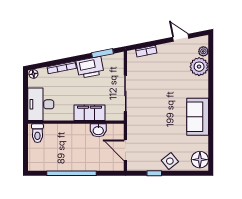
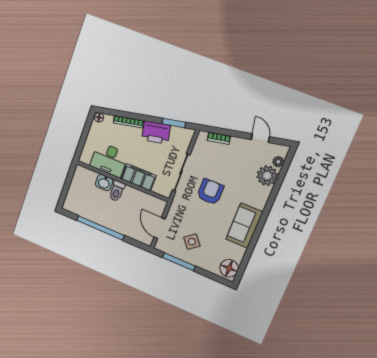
armchair: (157, 100) -> (210, 192), added
desk: (41, 104) -> (109, 160), moved, turned -90
washbasin: (98, 130) -> (104, 183), moved
toilet: (37, 133) -> (117, 191), moved
side table: (170, 161) -> (192, 242), moved
window: (154, 173) -> (179, 262), width x2.17

